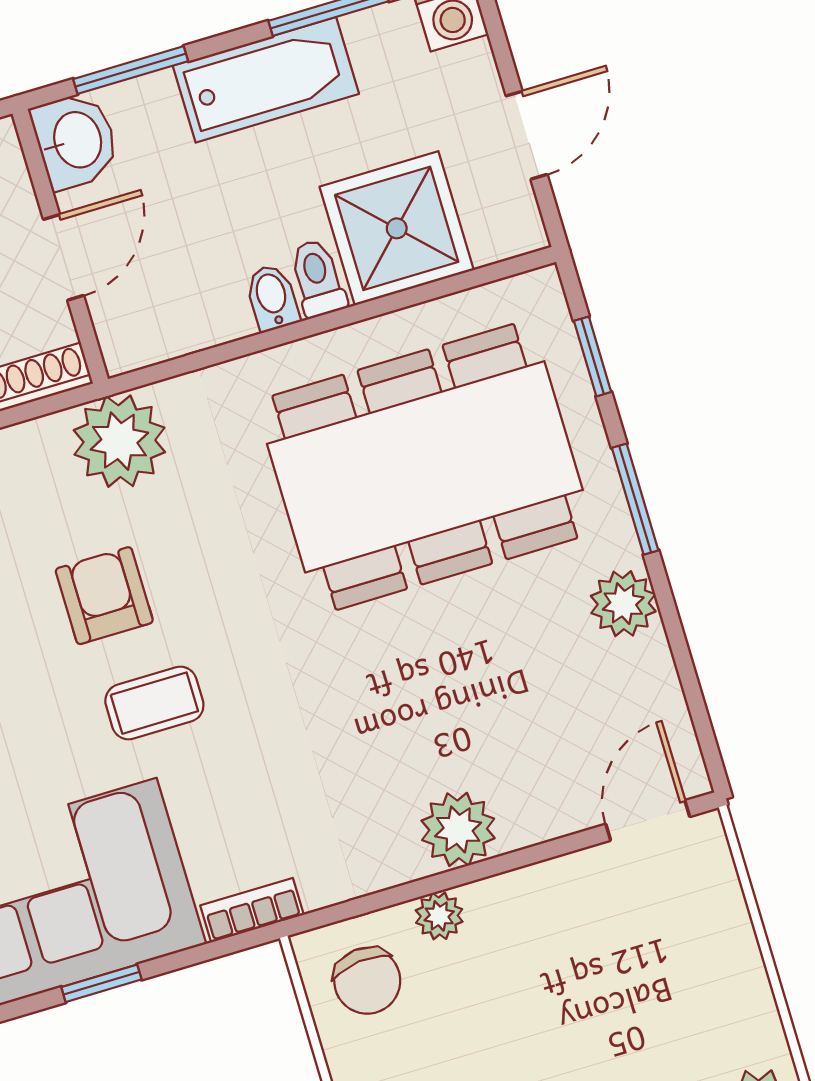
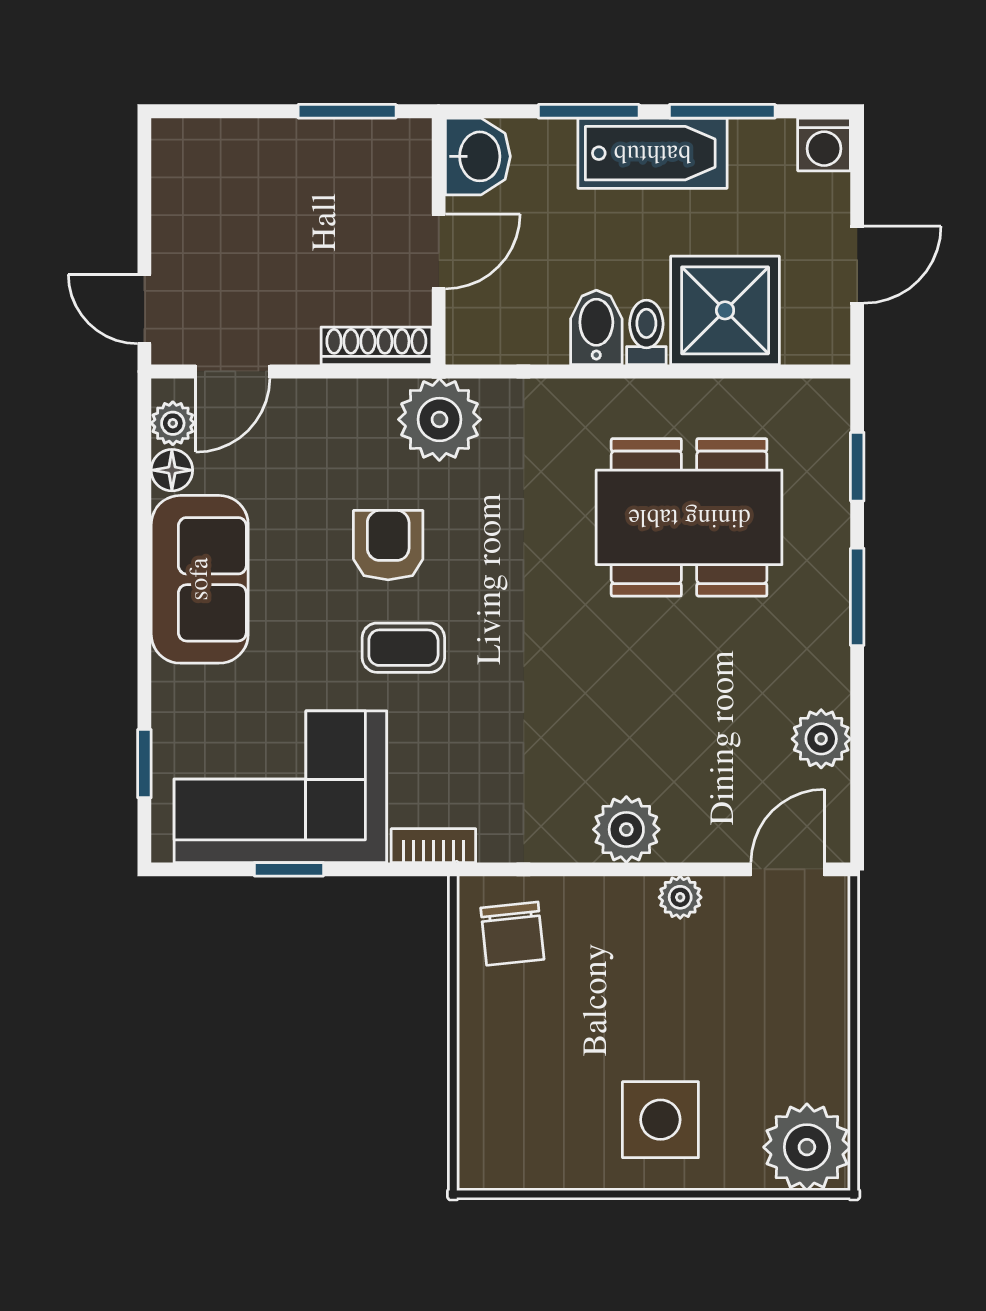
window: (131, 70) -> (589, 111), moved
bidet: (272, 298) -> (596, 327), width x1.38, depth x1.36
dining table: (425, 467) -> (689, 517), width x0.73, depth x0.80
plant: (623, 604) -> (821, 739), moved
plant: (439, 916) -> (680, 897), moved

